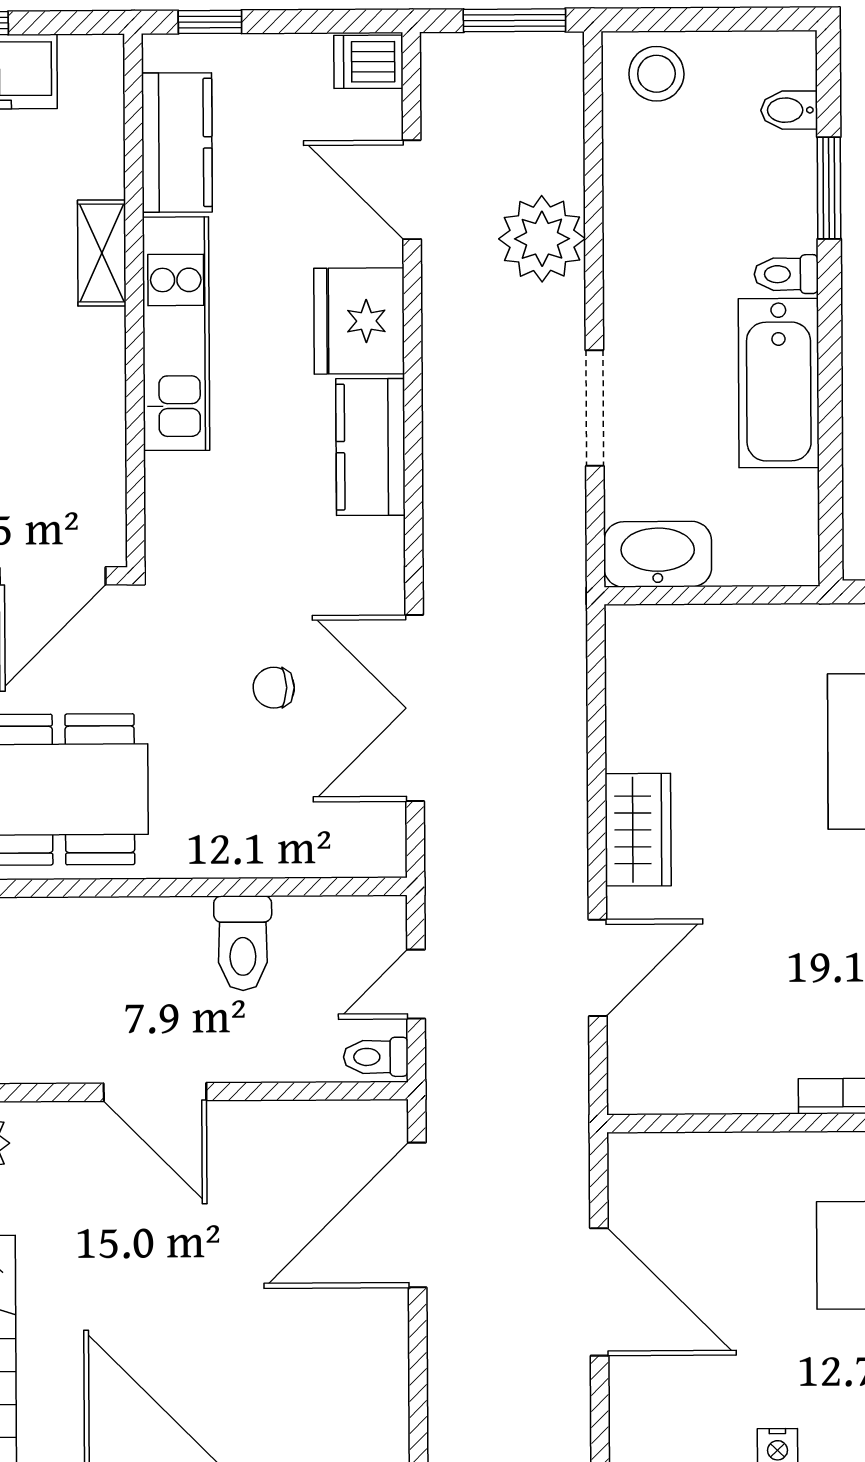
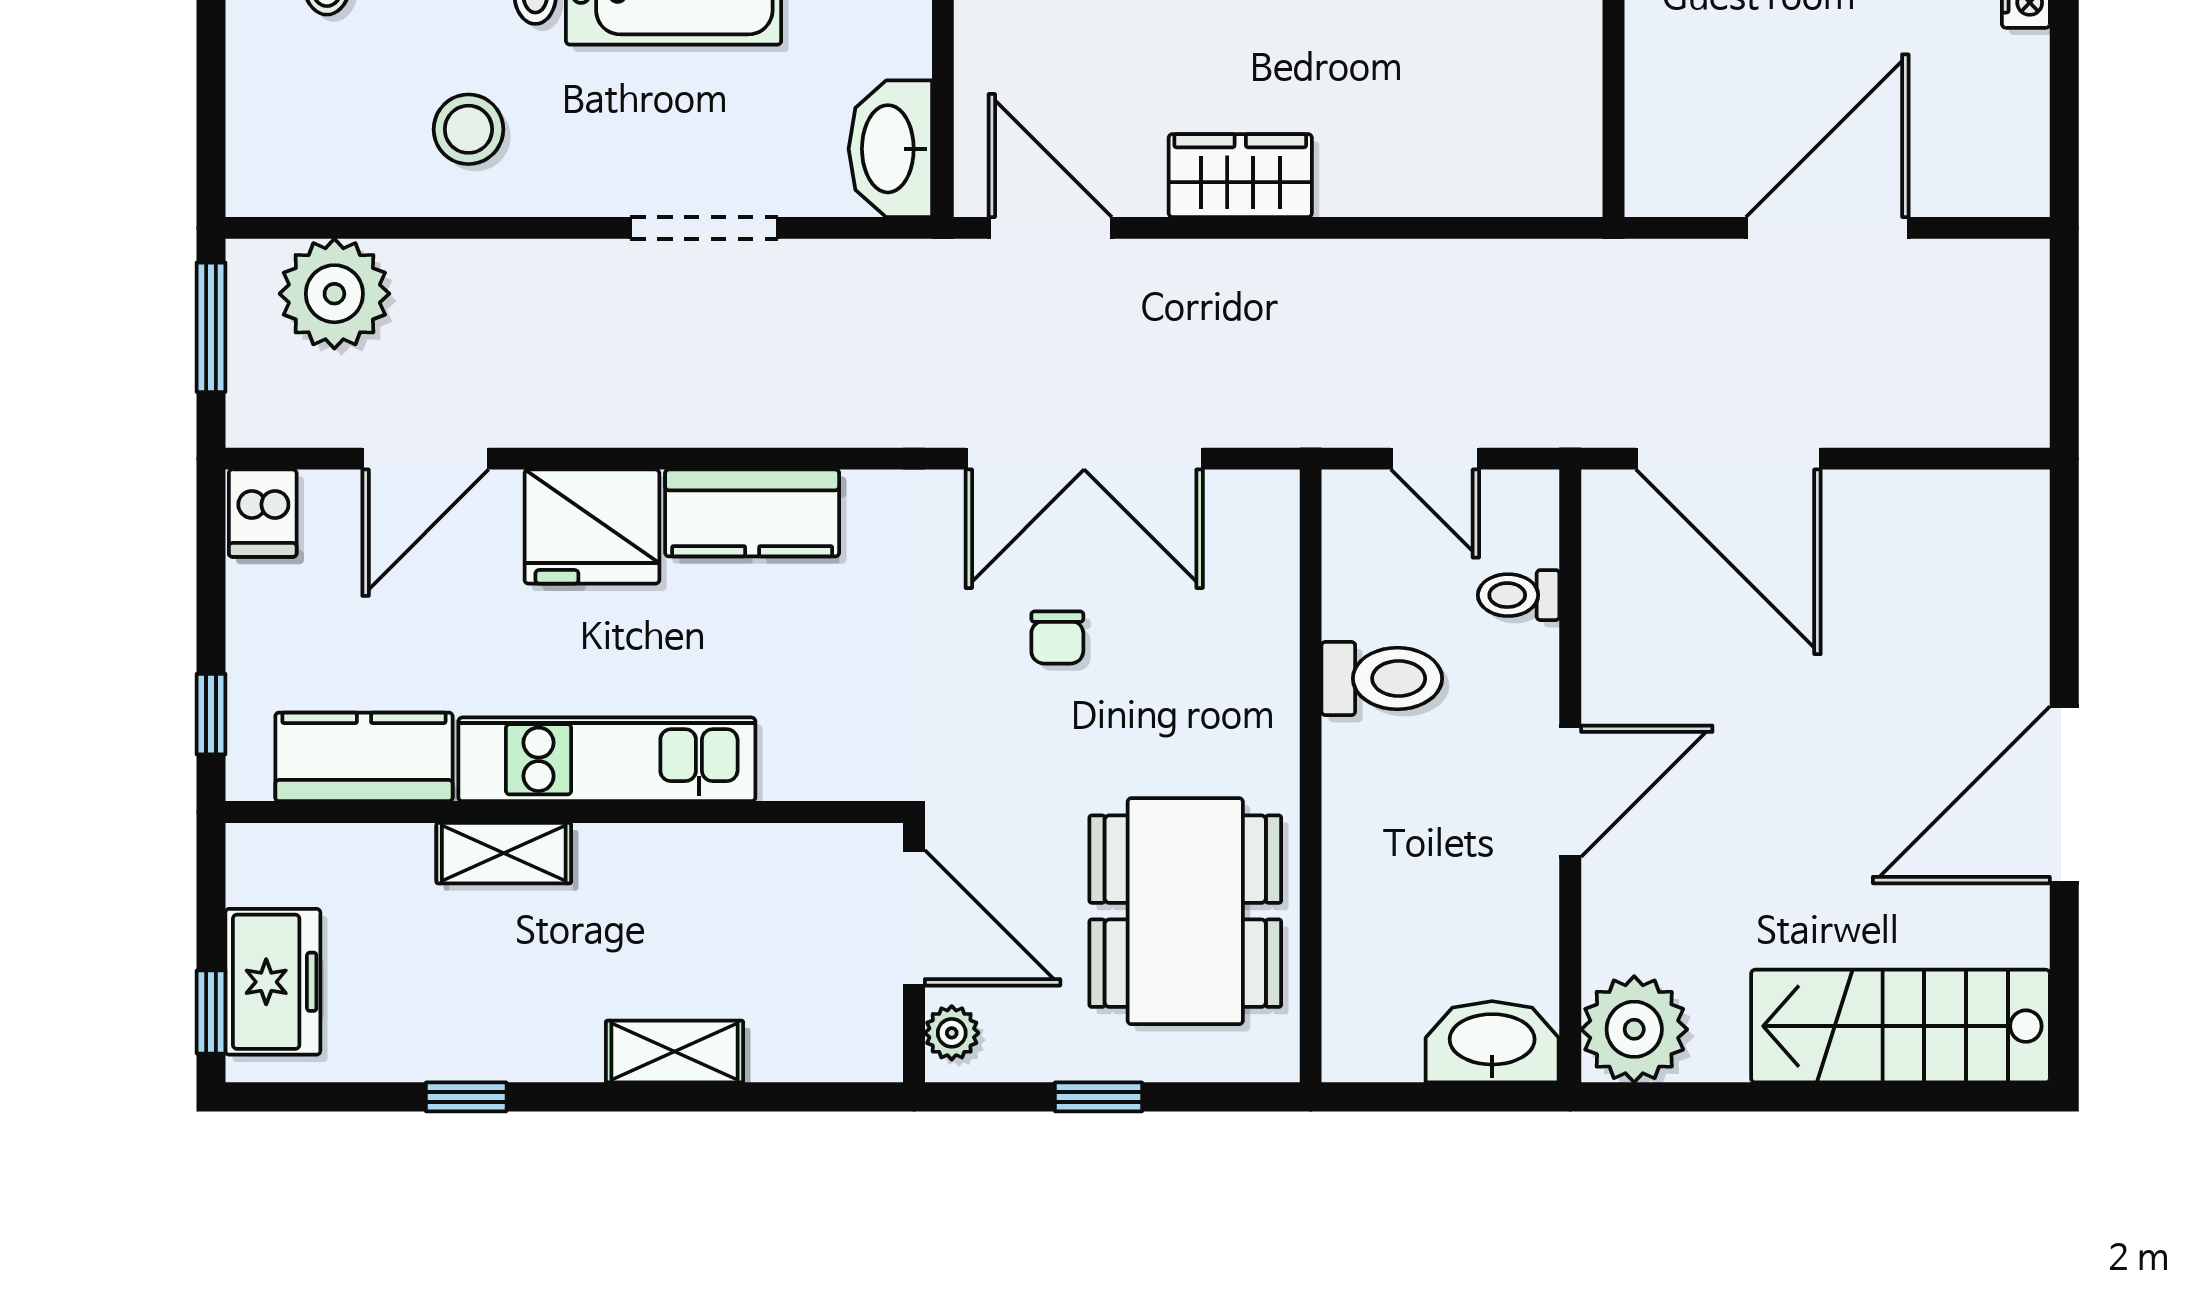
stool: (656, 74) -> (468, 129), moved
plant: (542, 239) -> (334, 294), moved
door: (598, 968) -> (1050, 228), moved
toilet: (376, 1057) -> (1519, 595), moved, turned 90

